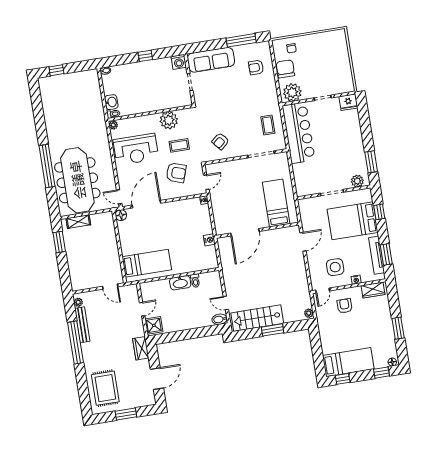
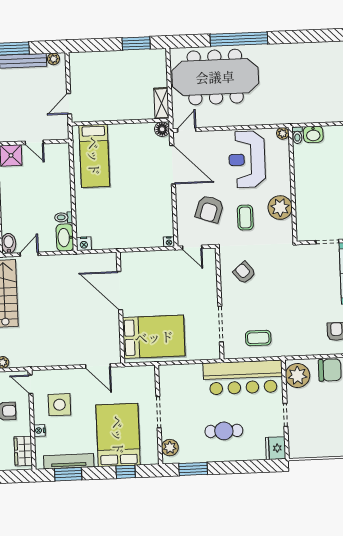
cafe table: (340, 142) -> (224, 431), added
bed: (276, 203) -> (154, 337), width x1.50
shelving: (78, 222) -> (161, 103), moved
nightstand: (209, 240) -> (84, 244), moved
washbasin: (180, 283) -> (65, 238), moved

